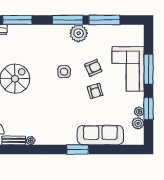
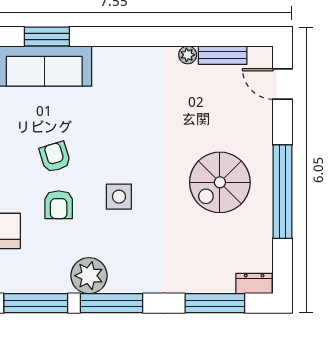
armchair: (93, 68) -> (59, 205), turned -66
window: (78, 150) -> (47, 36), moved

